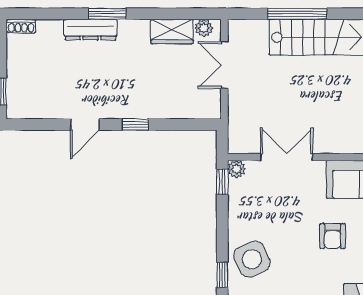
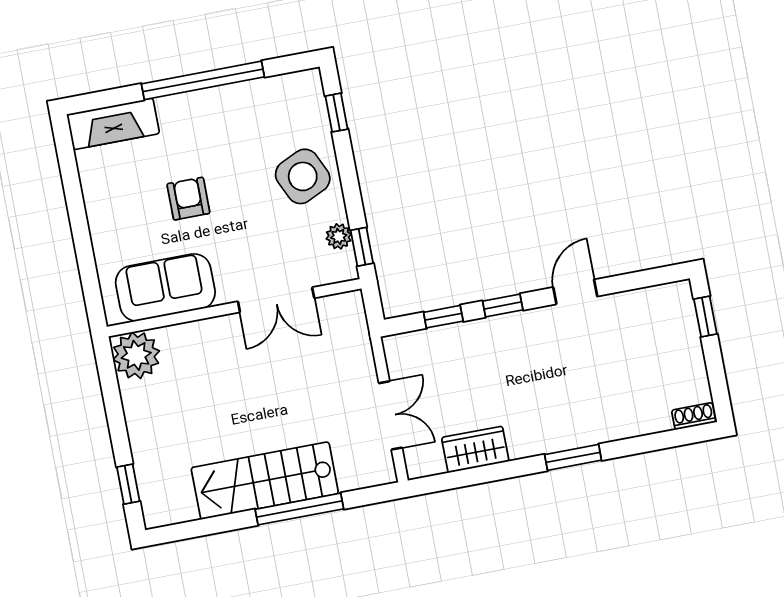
plant: (204, 28) -> (430, 463), removed
dresser: (90, 30) -> (593, 430), removed
window: (177, 125) -> (443, 317), added
plant: (236, 169) -> (339, 236), moved
side table: (252, 259) -> (303, 176), moved

